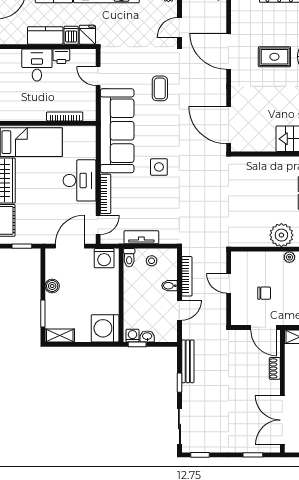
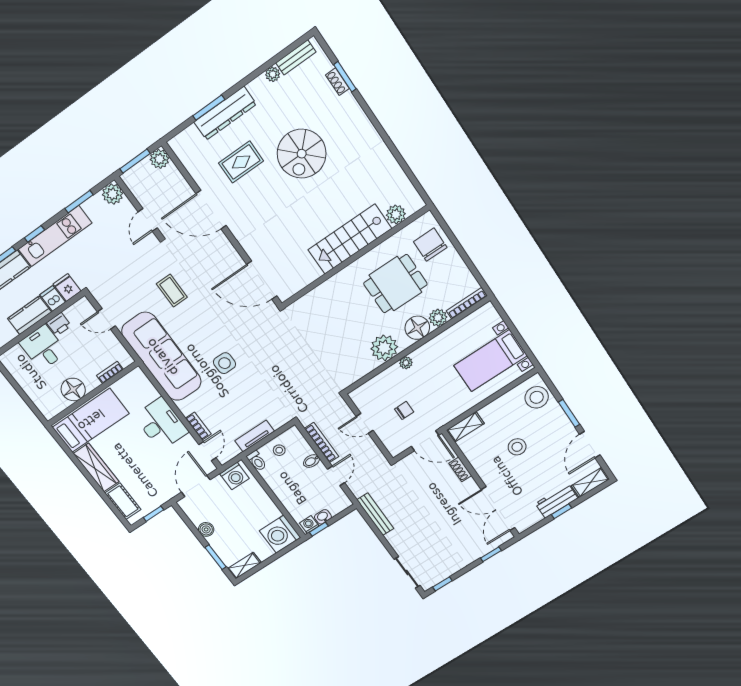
rug: (274, 57) -> (241, 162), moved
floor lamp: (35, 110) -> (73, 389), added
bookcase: (65, 116) -> (110, 372), width x0.64
bookcase: (106, 194) -> (198, 426), width x0.64
window: (179, 383) -> (381, 537), removed

